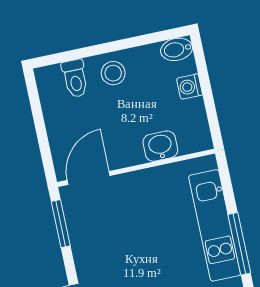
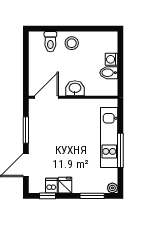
bidet: (177, 49) -> (109, 73), moved
washbasin: (160, 146) -> (75, 88), moved
window: (61, 224) -> (26, 130), moved

